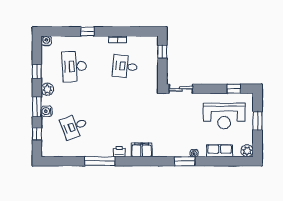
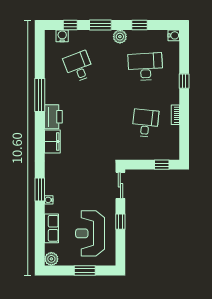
window: (234, 89) -> (120, 222), moved
water cooler: (47, 111) -> (62, 36), moved
printer: (119, 152) -> (53, 117), width x1.87, depth x1.48

